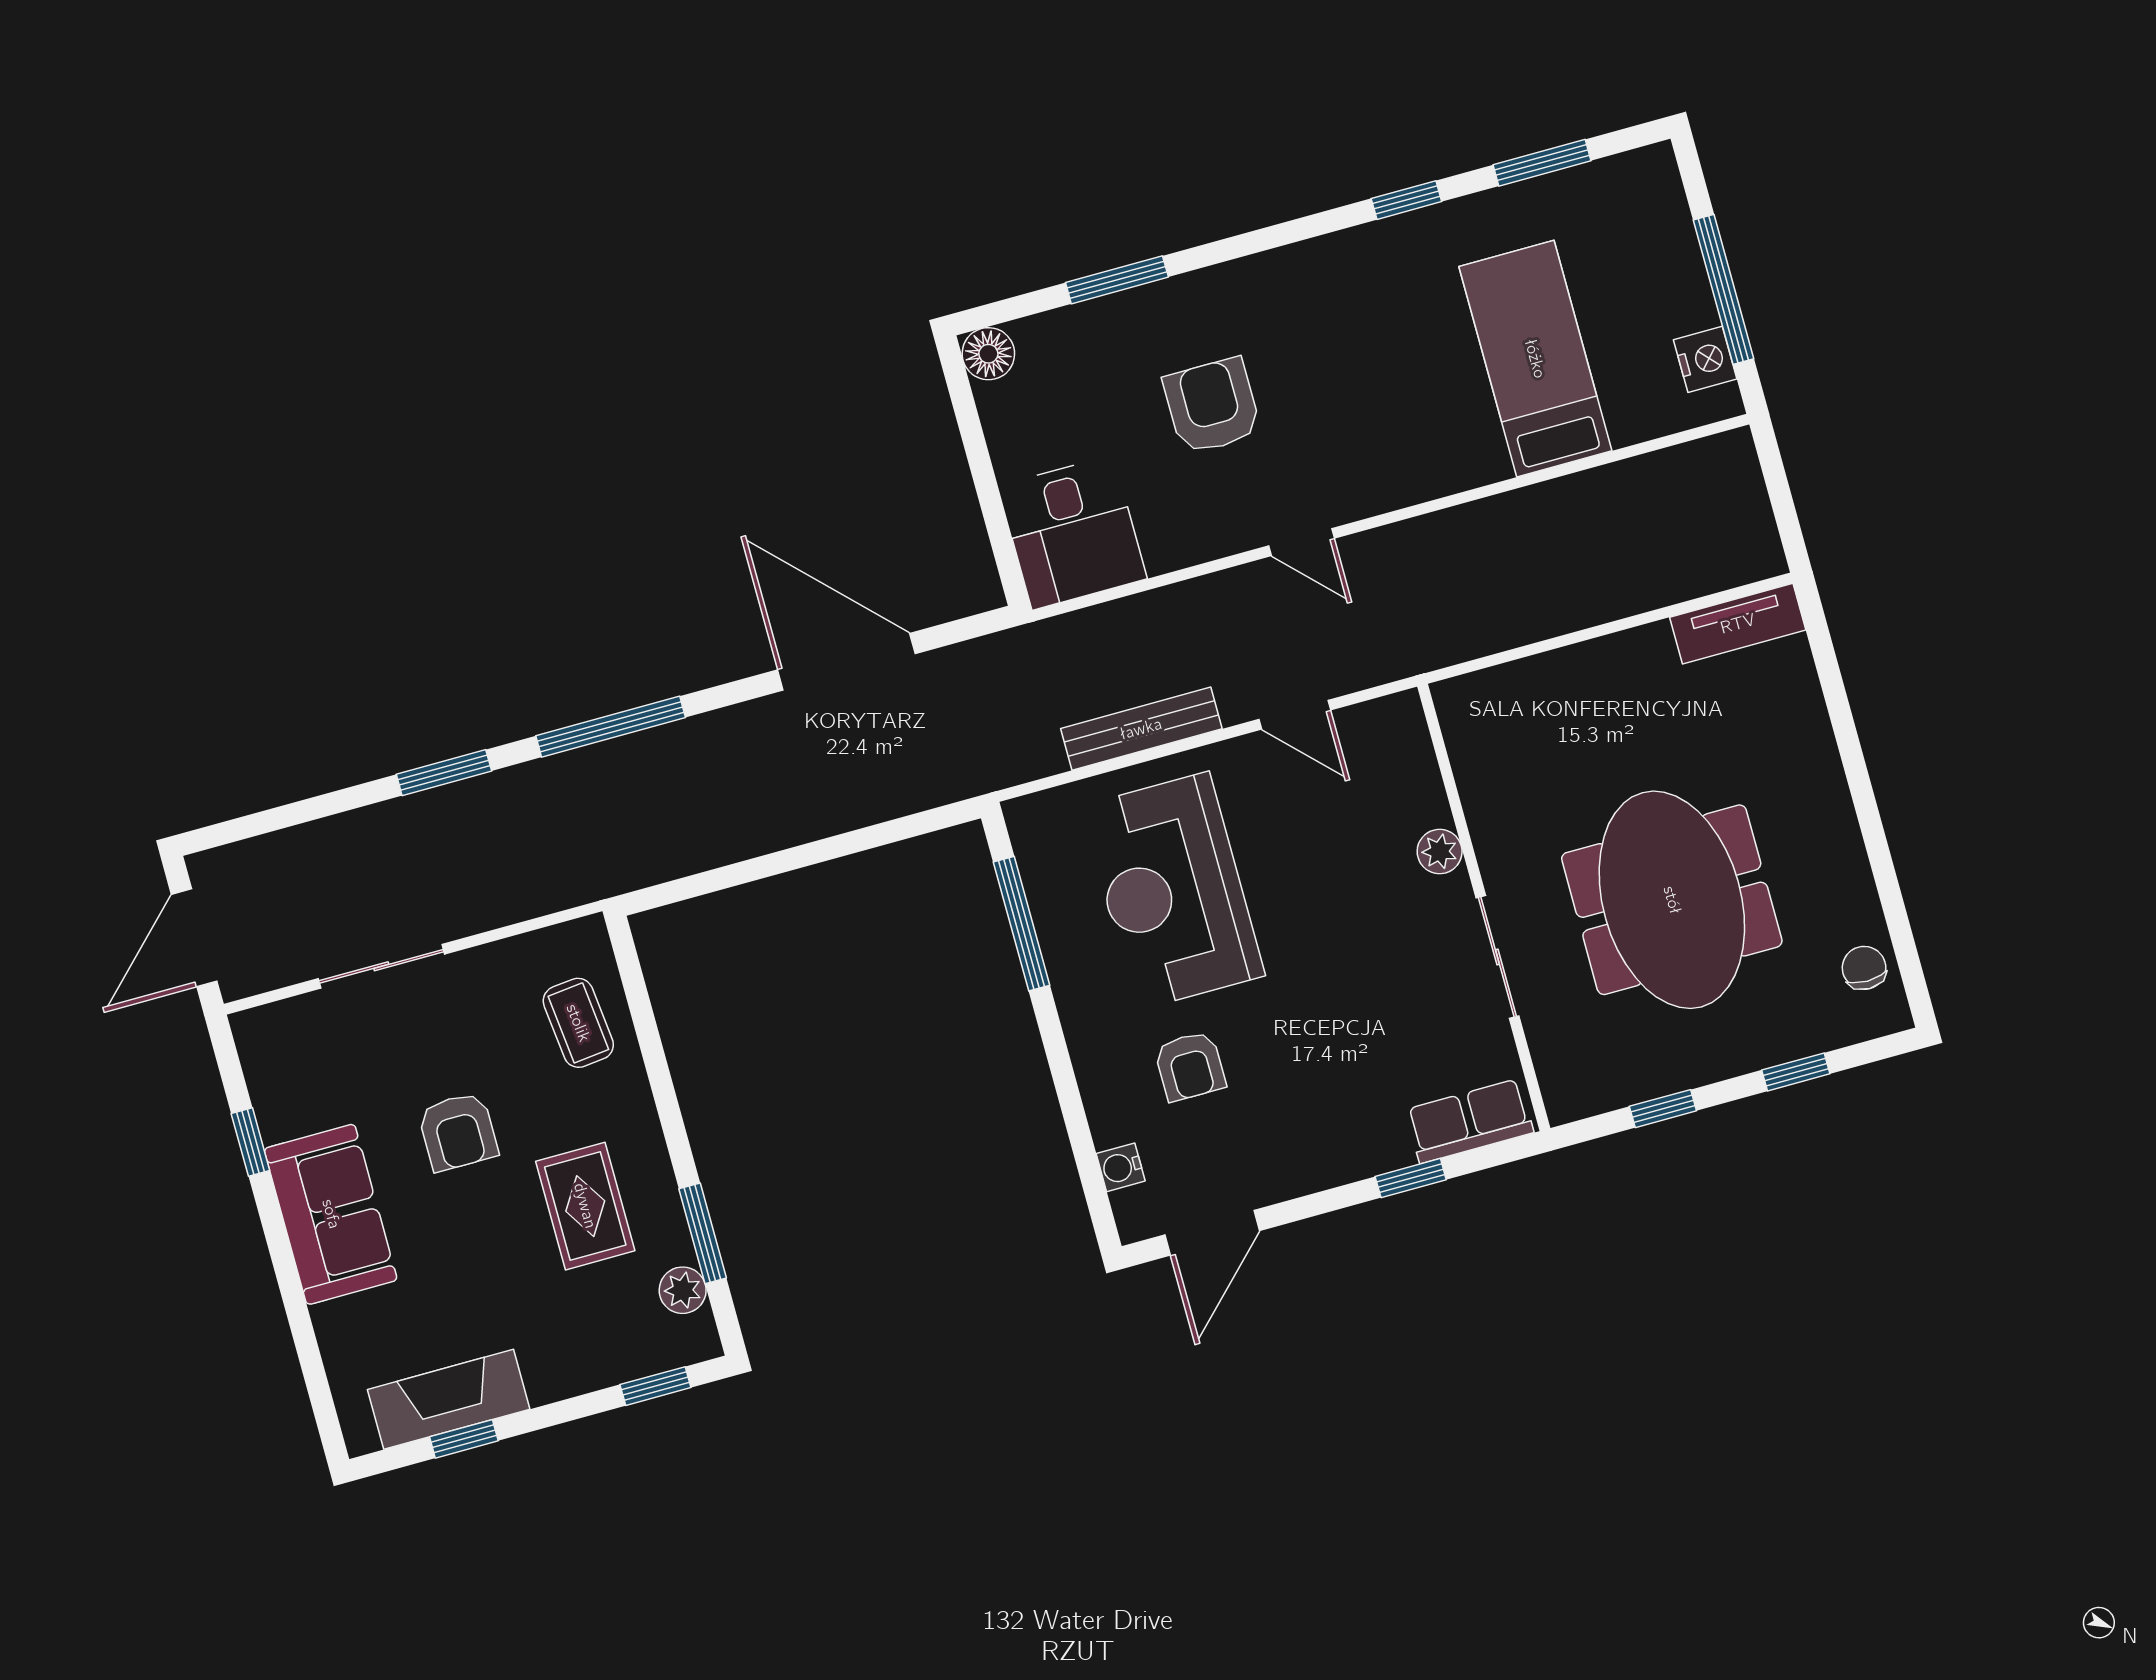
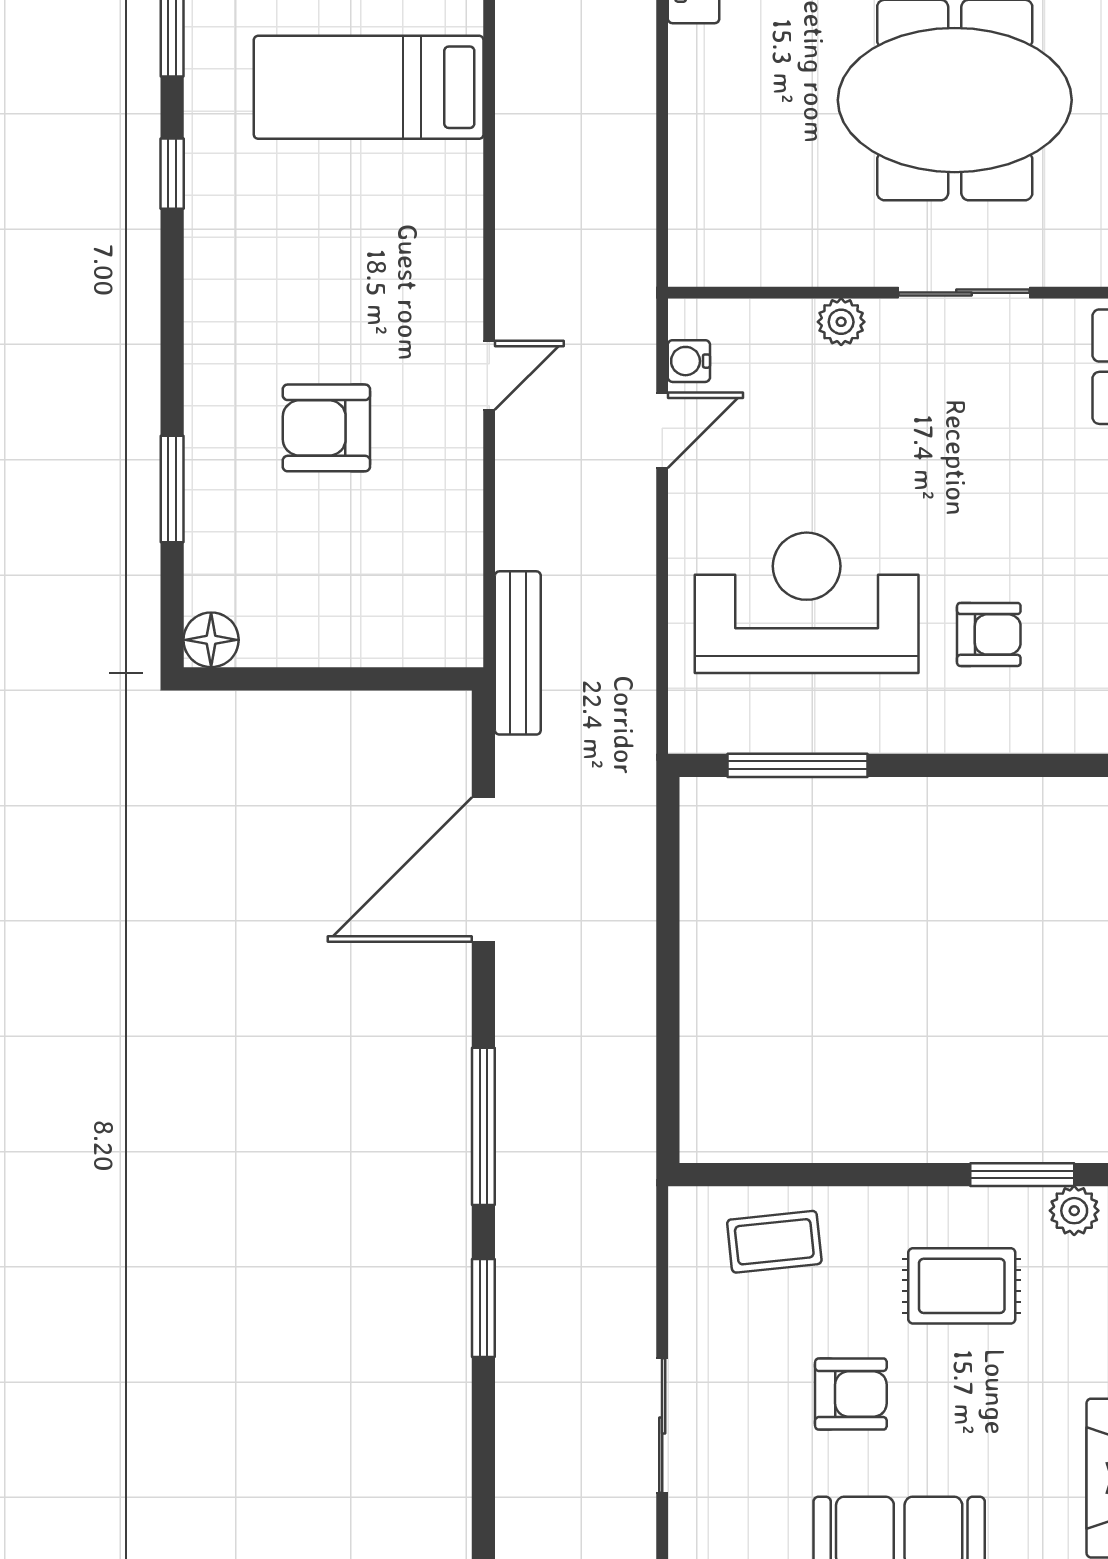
desk: (1073, 533) -> (416, 604), removed
bench: (1141, 729) -> (518, 653), moved
reception desk: (1173, 891) -> (807, 603), turned 180
water cooler: (1121, 1167) -> (689, 361), moved, turned 90

